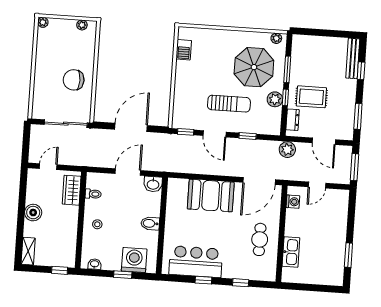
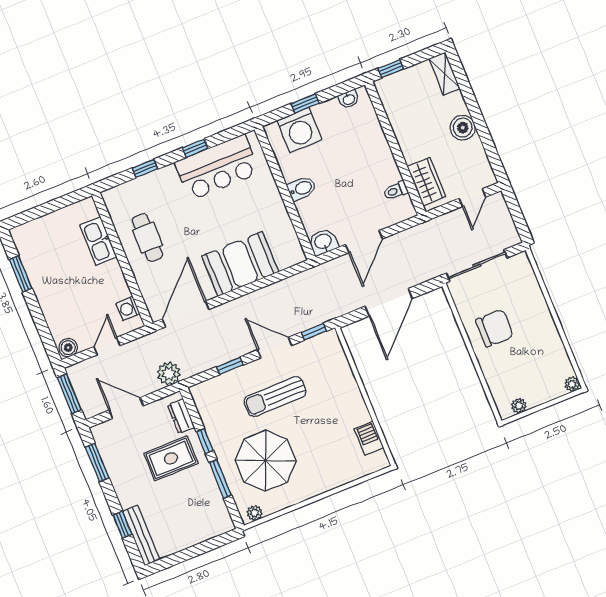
plant: (275, 99) -> (217, 432), removed
boiler: (341, 196) -> (68, 348), added
stool: (97, 224) -> (371, 153), removed

